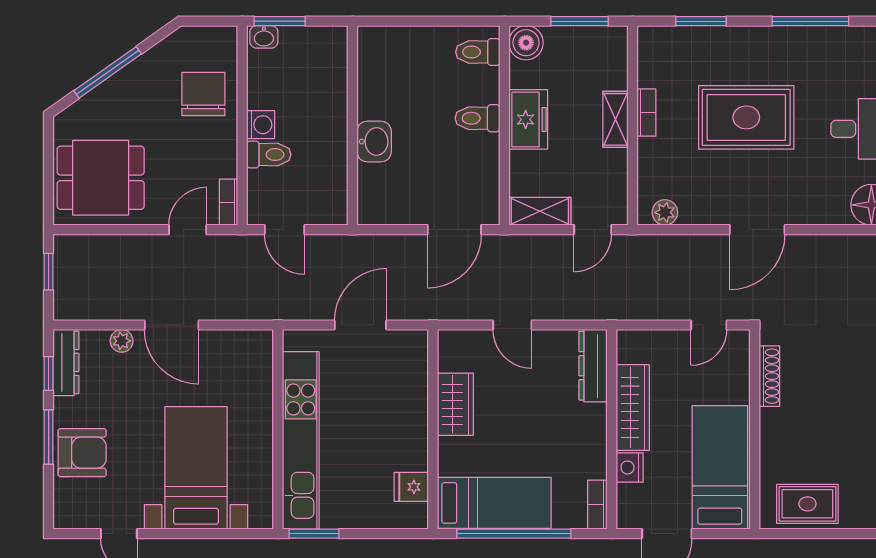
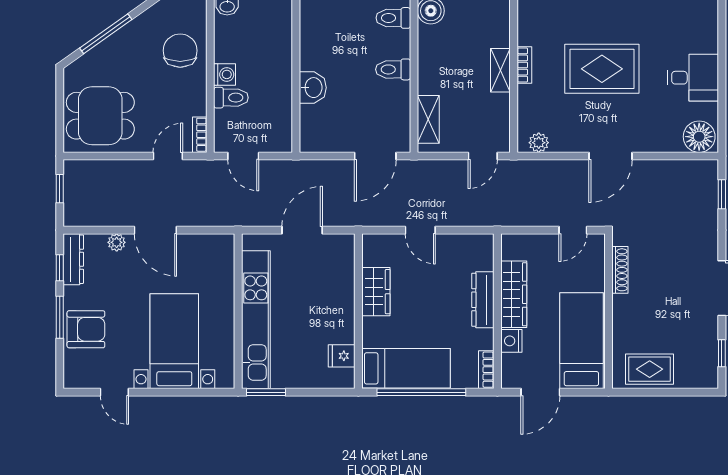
freezer: (528, 119) -> (433, 70), removed
shelving: (540, 211) -> (428, 119), moved, turned 90
dresser: (593, 366) -> (483, 300), moved

